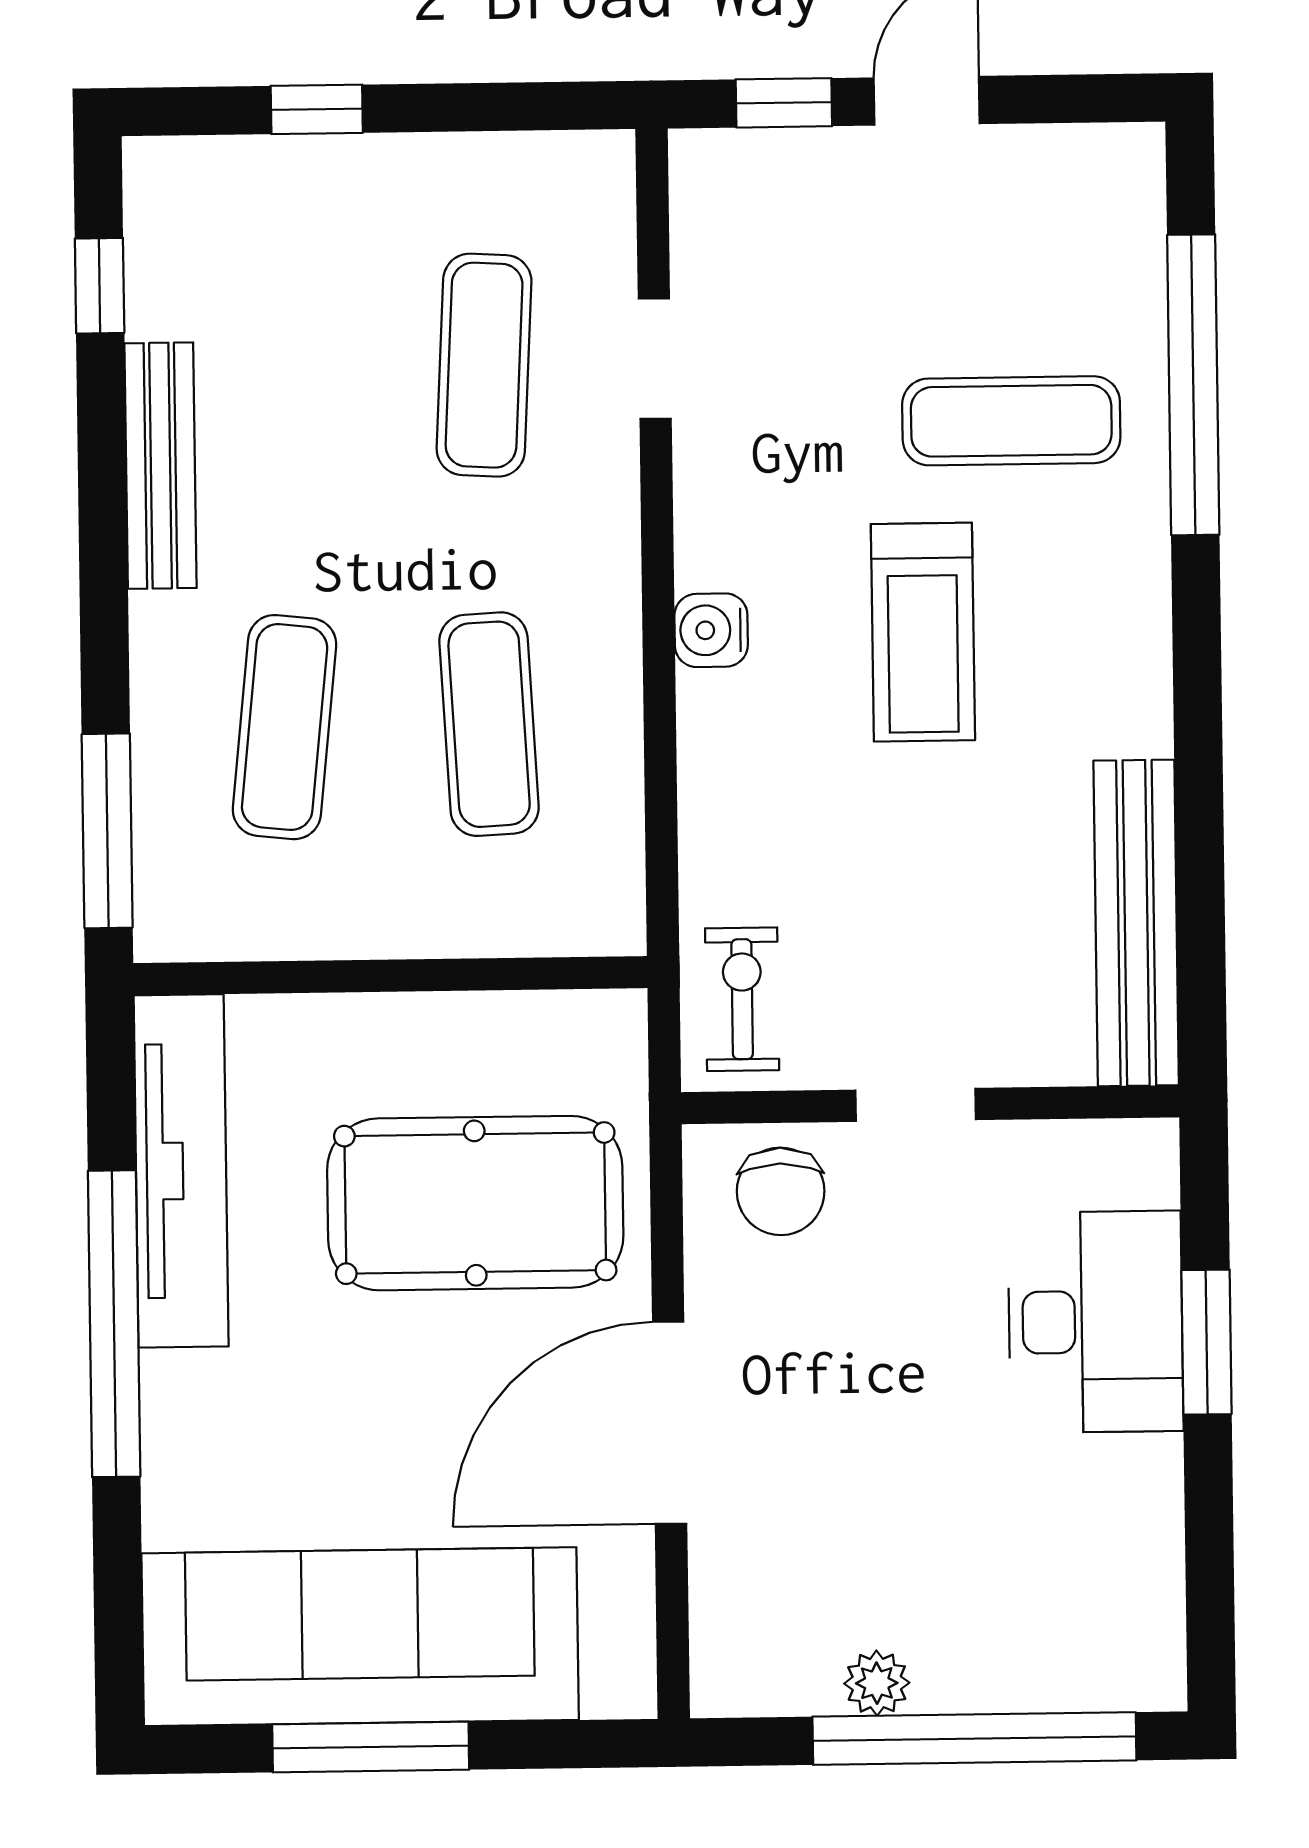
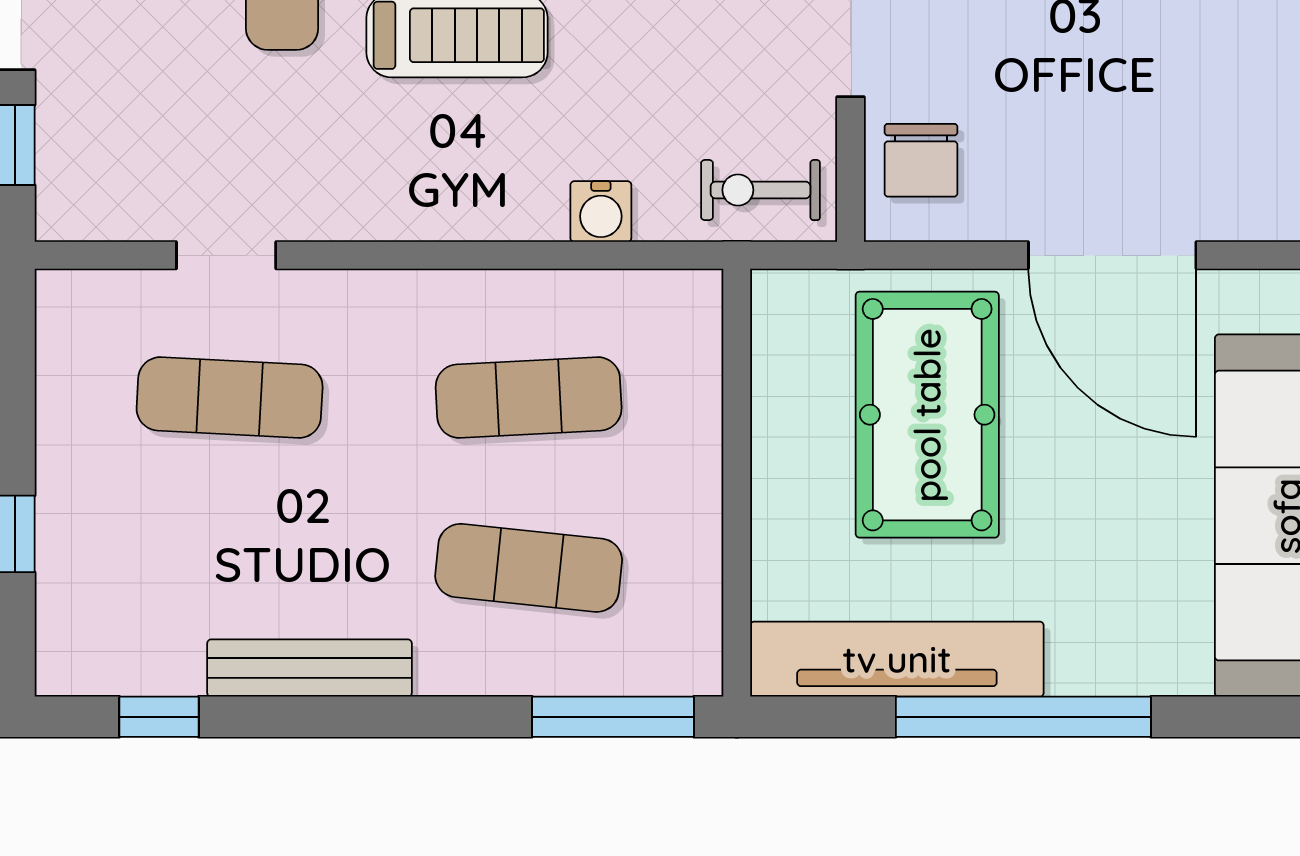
water cooler: (711, 630) -> (601, 212), moved
chair: (781, 1191) -> (921, 160), turned 90

